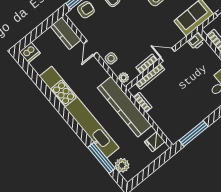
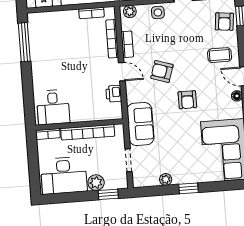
armchair: (148, 28) -> (162, 71), added
printer: (196, 41) -> (114, 94), moved
door: (168, 54) -> (122, 72), hinge flipped

